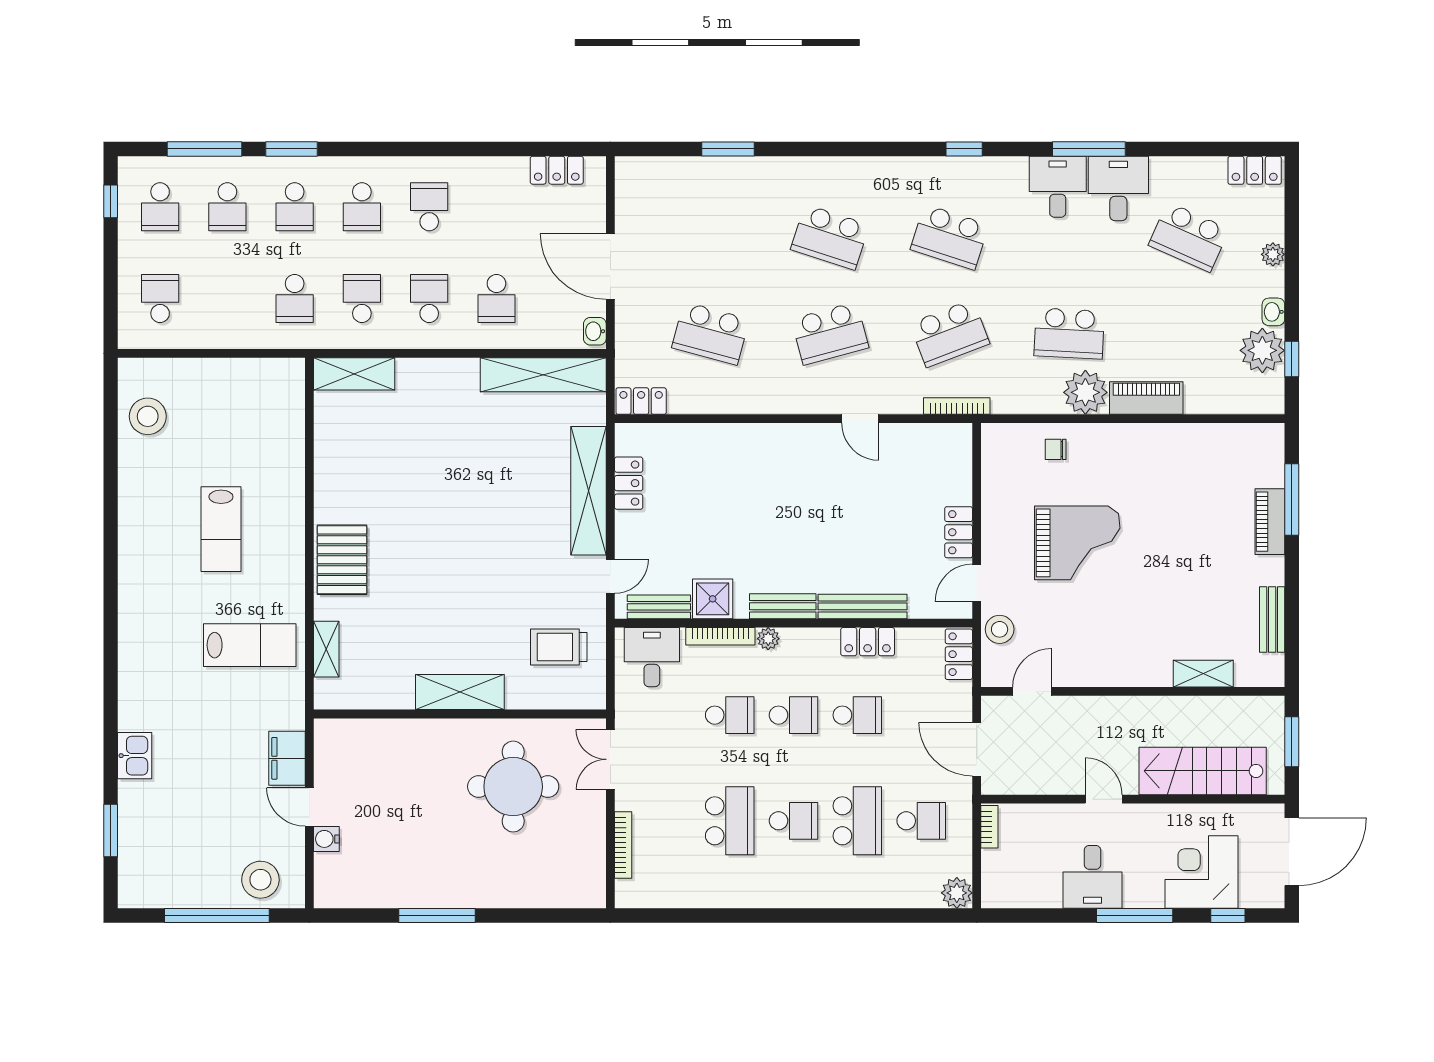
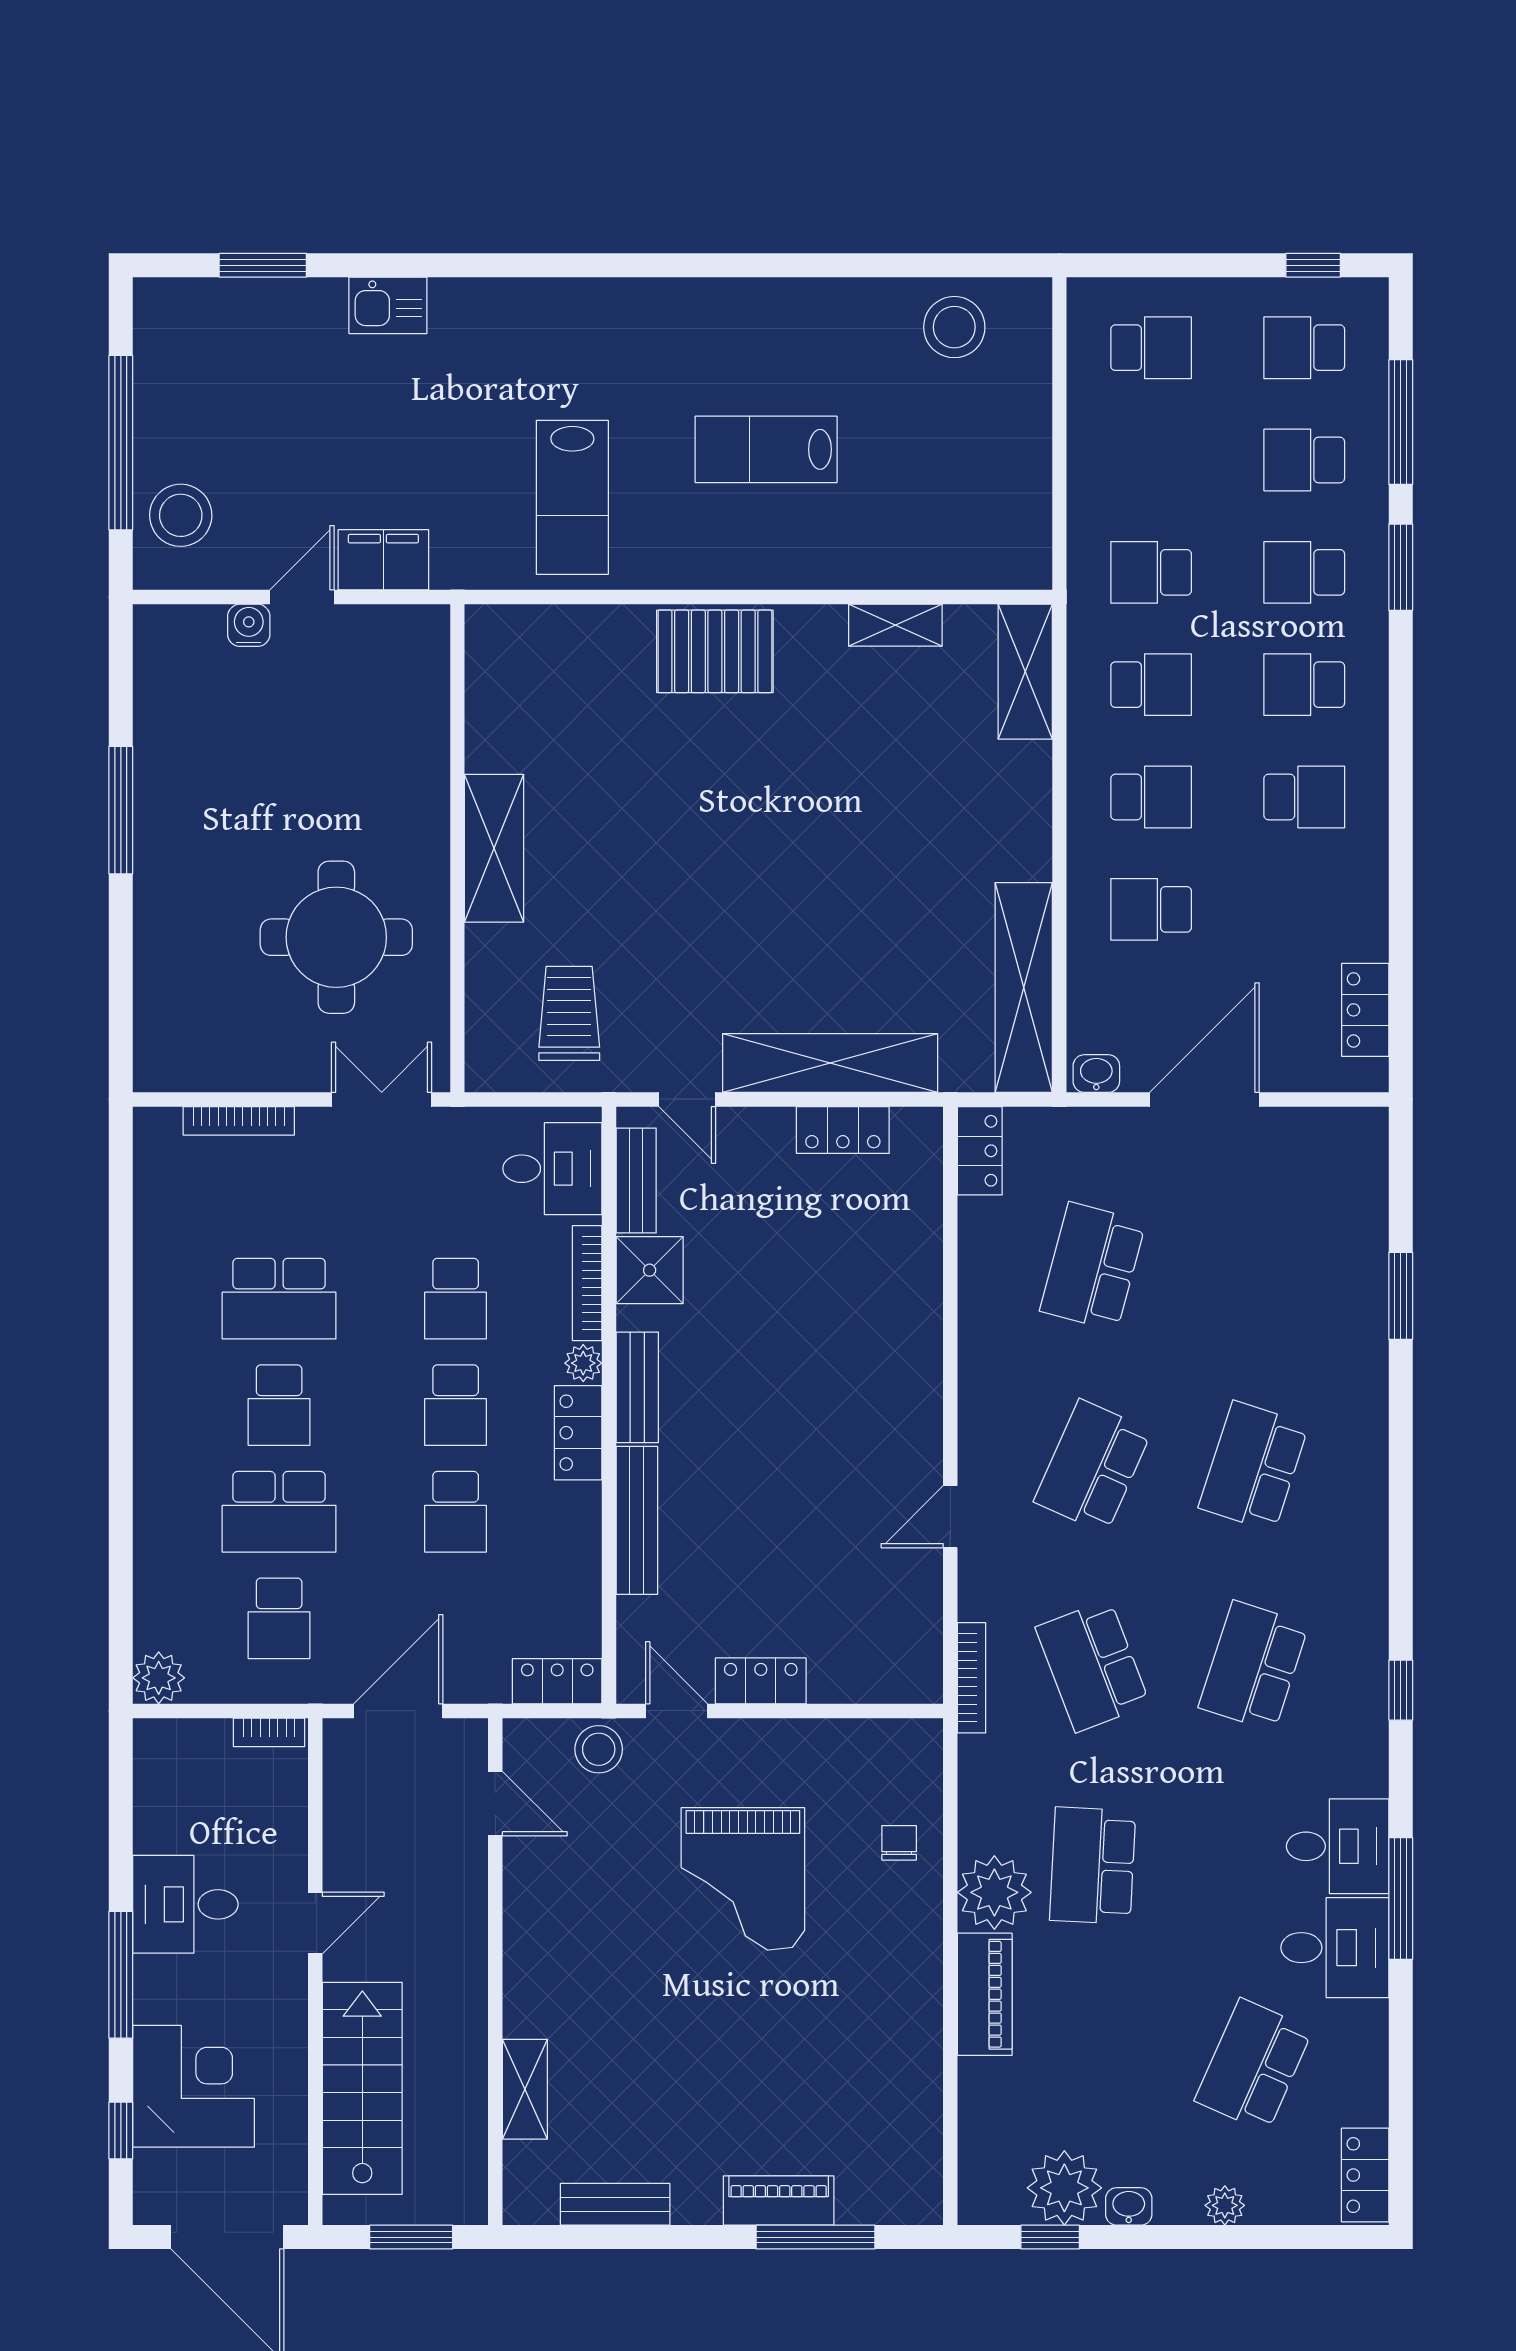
school desk: (830, 333) -> (1093, 1466), turned 39
locker: (868, 642) -> (578, 1433), moved
shelving: (326, 649) -> (895, 625), moved

